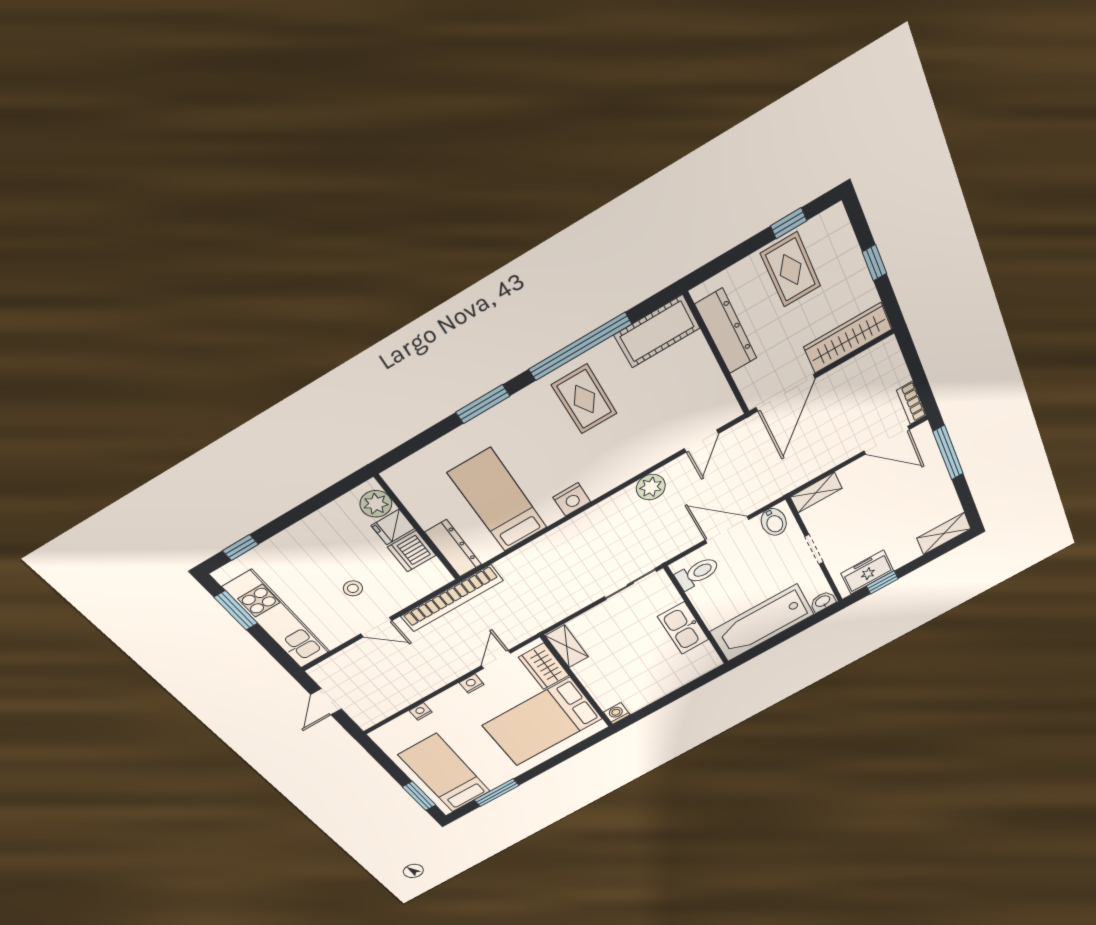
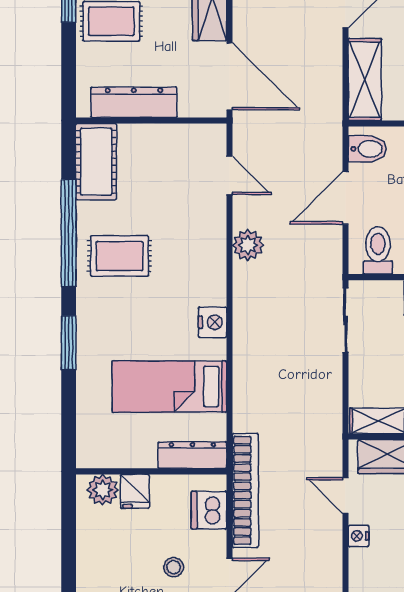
shelving: (816, 493) -> (365, 80), width x1.50, depth x1.33
dishwasher: (412, 551) -> (209, 510), moved, turned 90

